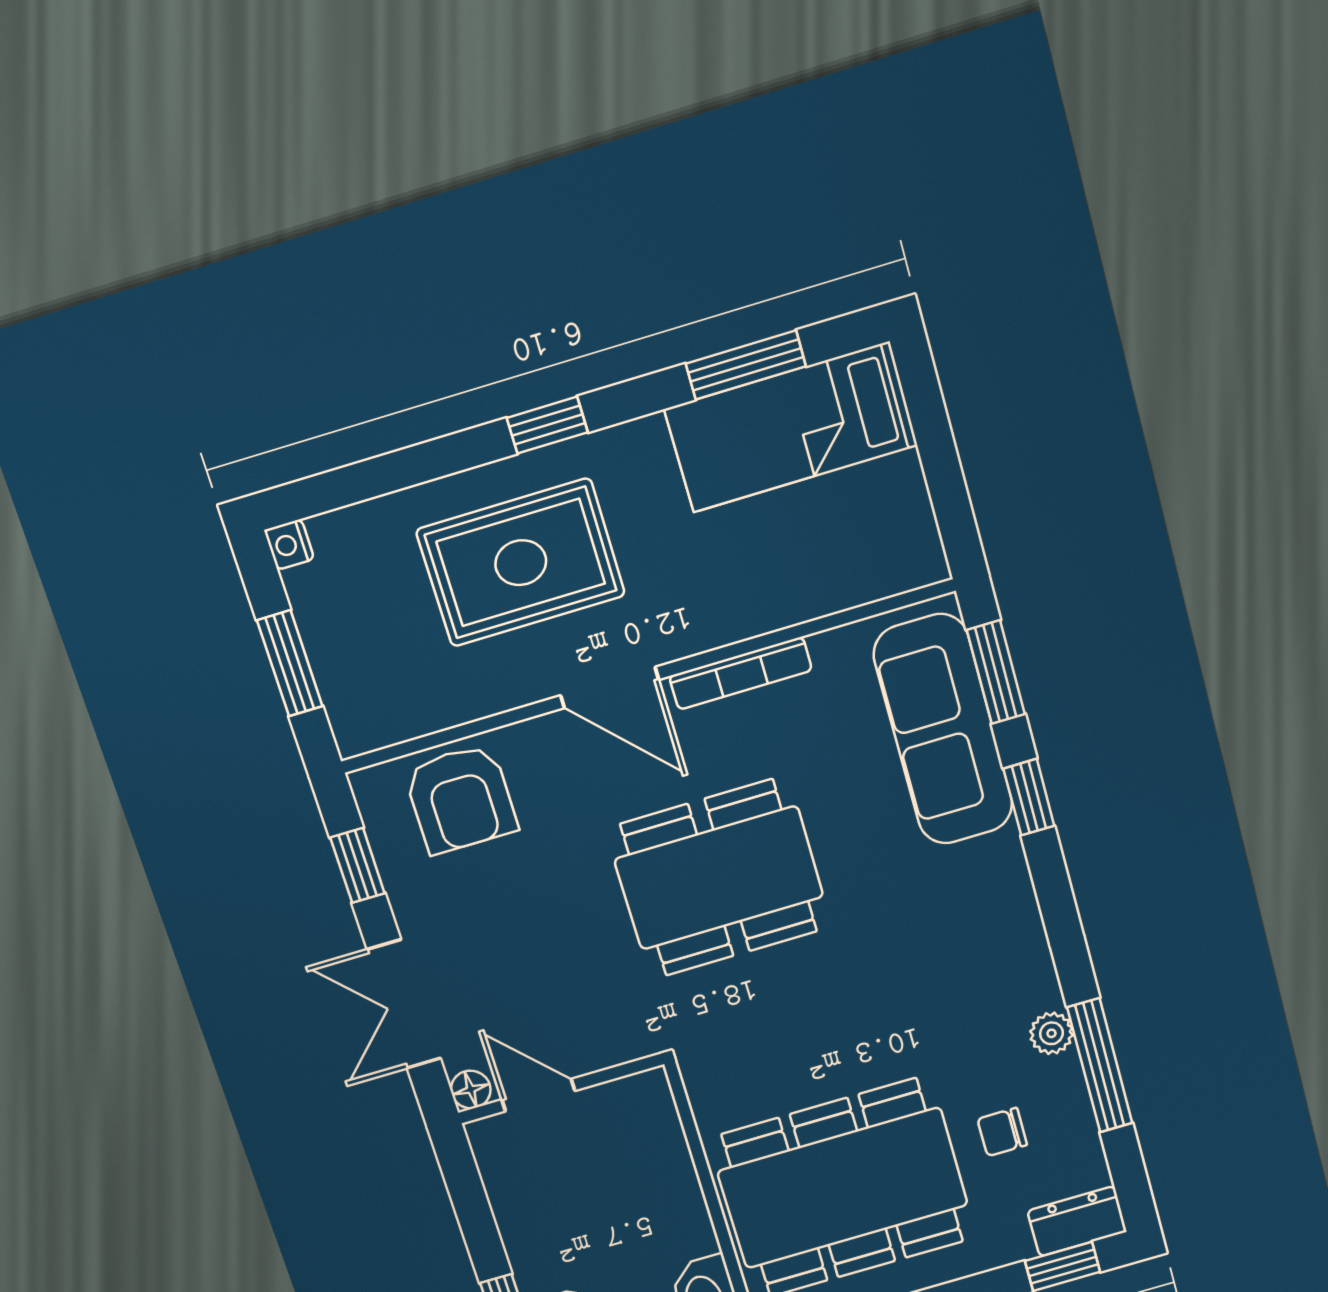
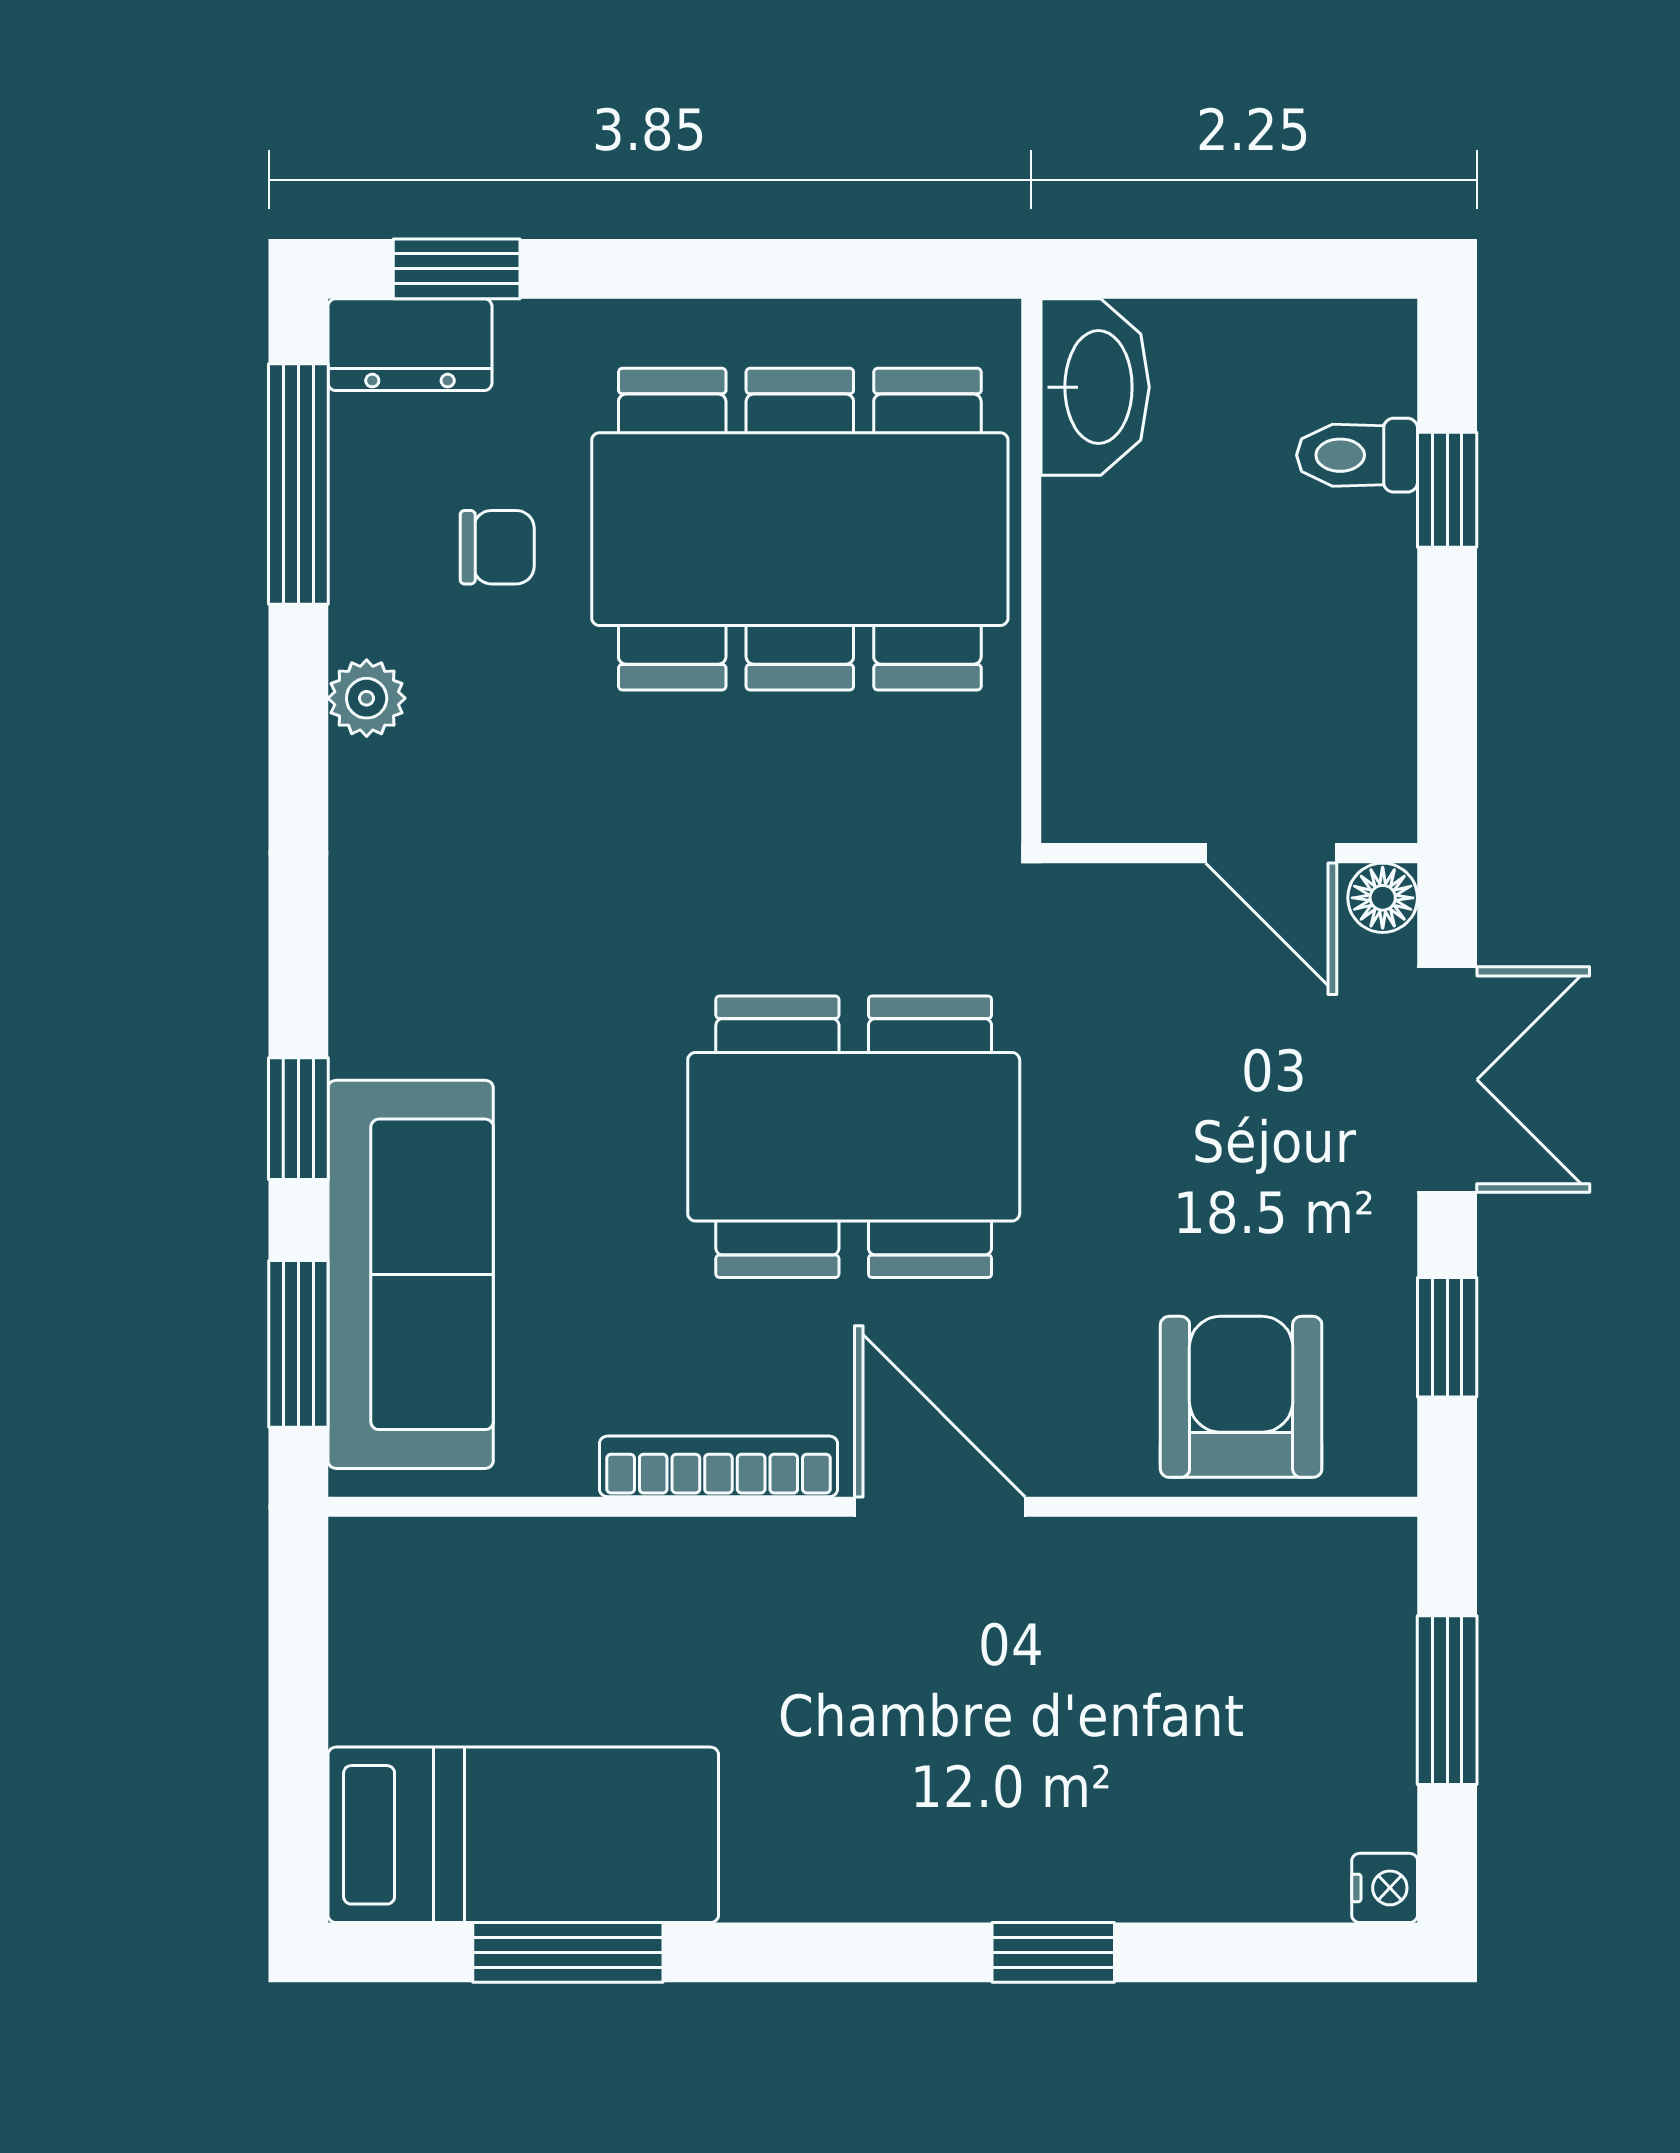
window: (547, 425) -> (1053, 1952), moved
rug: (521, 563) -> (1022, 1750), removed
window: (1100, 1065) -> (298, 484), moved

